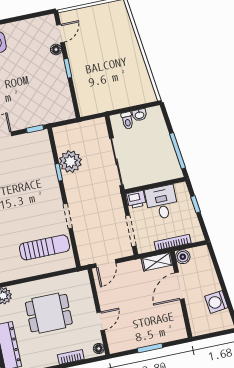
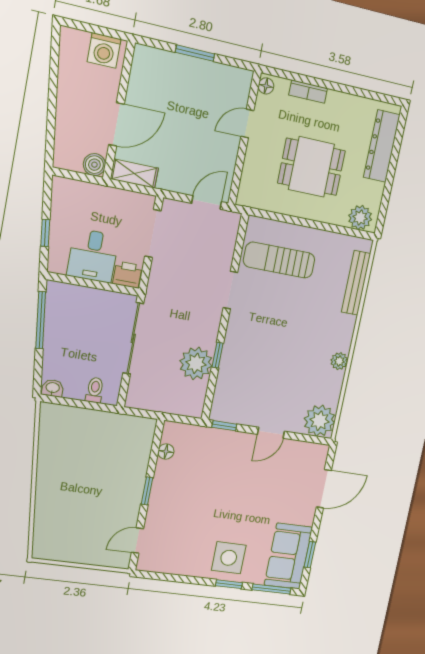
floor lamp: (56, 49) -> (166, 451), moved
washbasin: (139, 115) -> (53, 388), moved
bookcase: (173, 242) -> (101, 192), removed
washing machine: (216, 302) -> (104, 50), moved, turned 97

